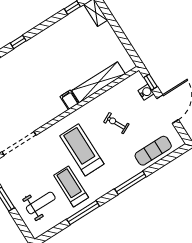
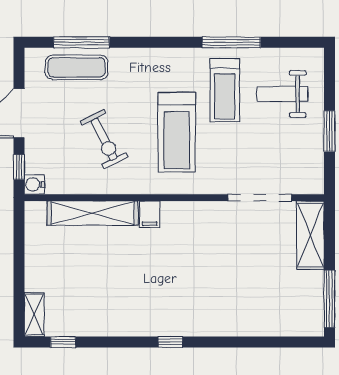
water cooler: (146, 92) -> (34, 184), moved
exercise bike: (116, 123) -> (104, 139), width x1.38, depth x1.39
window: (130, 183) -> (81, 42), moved

